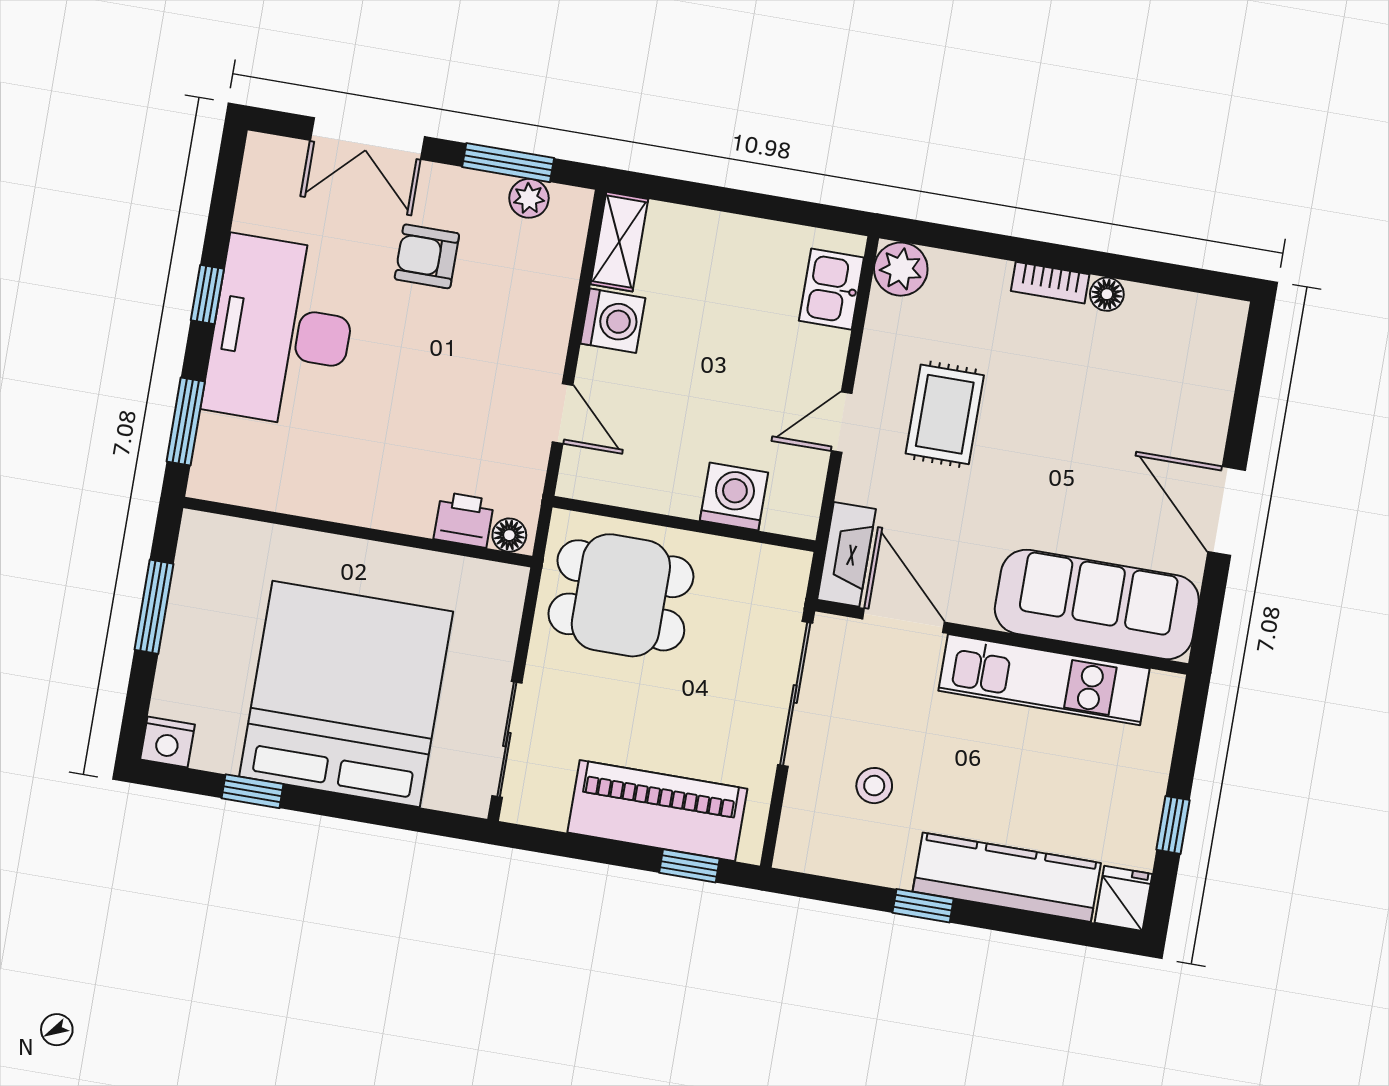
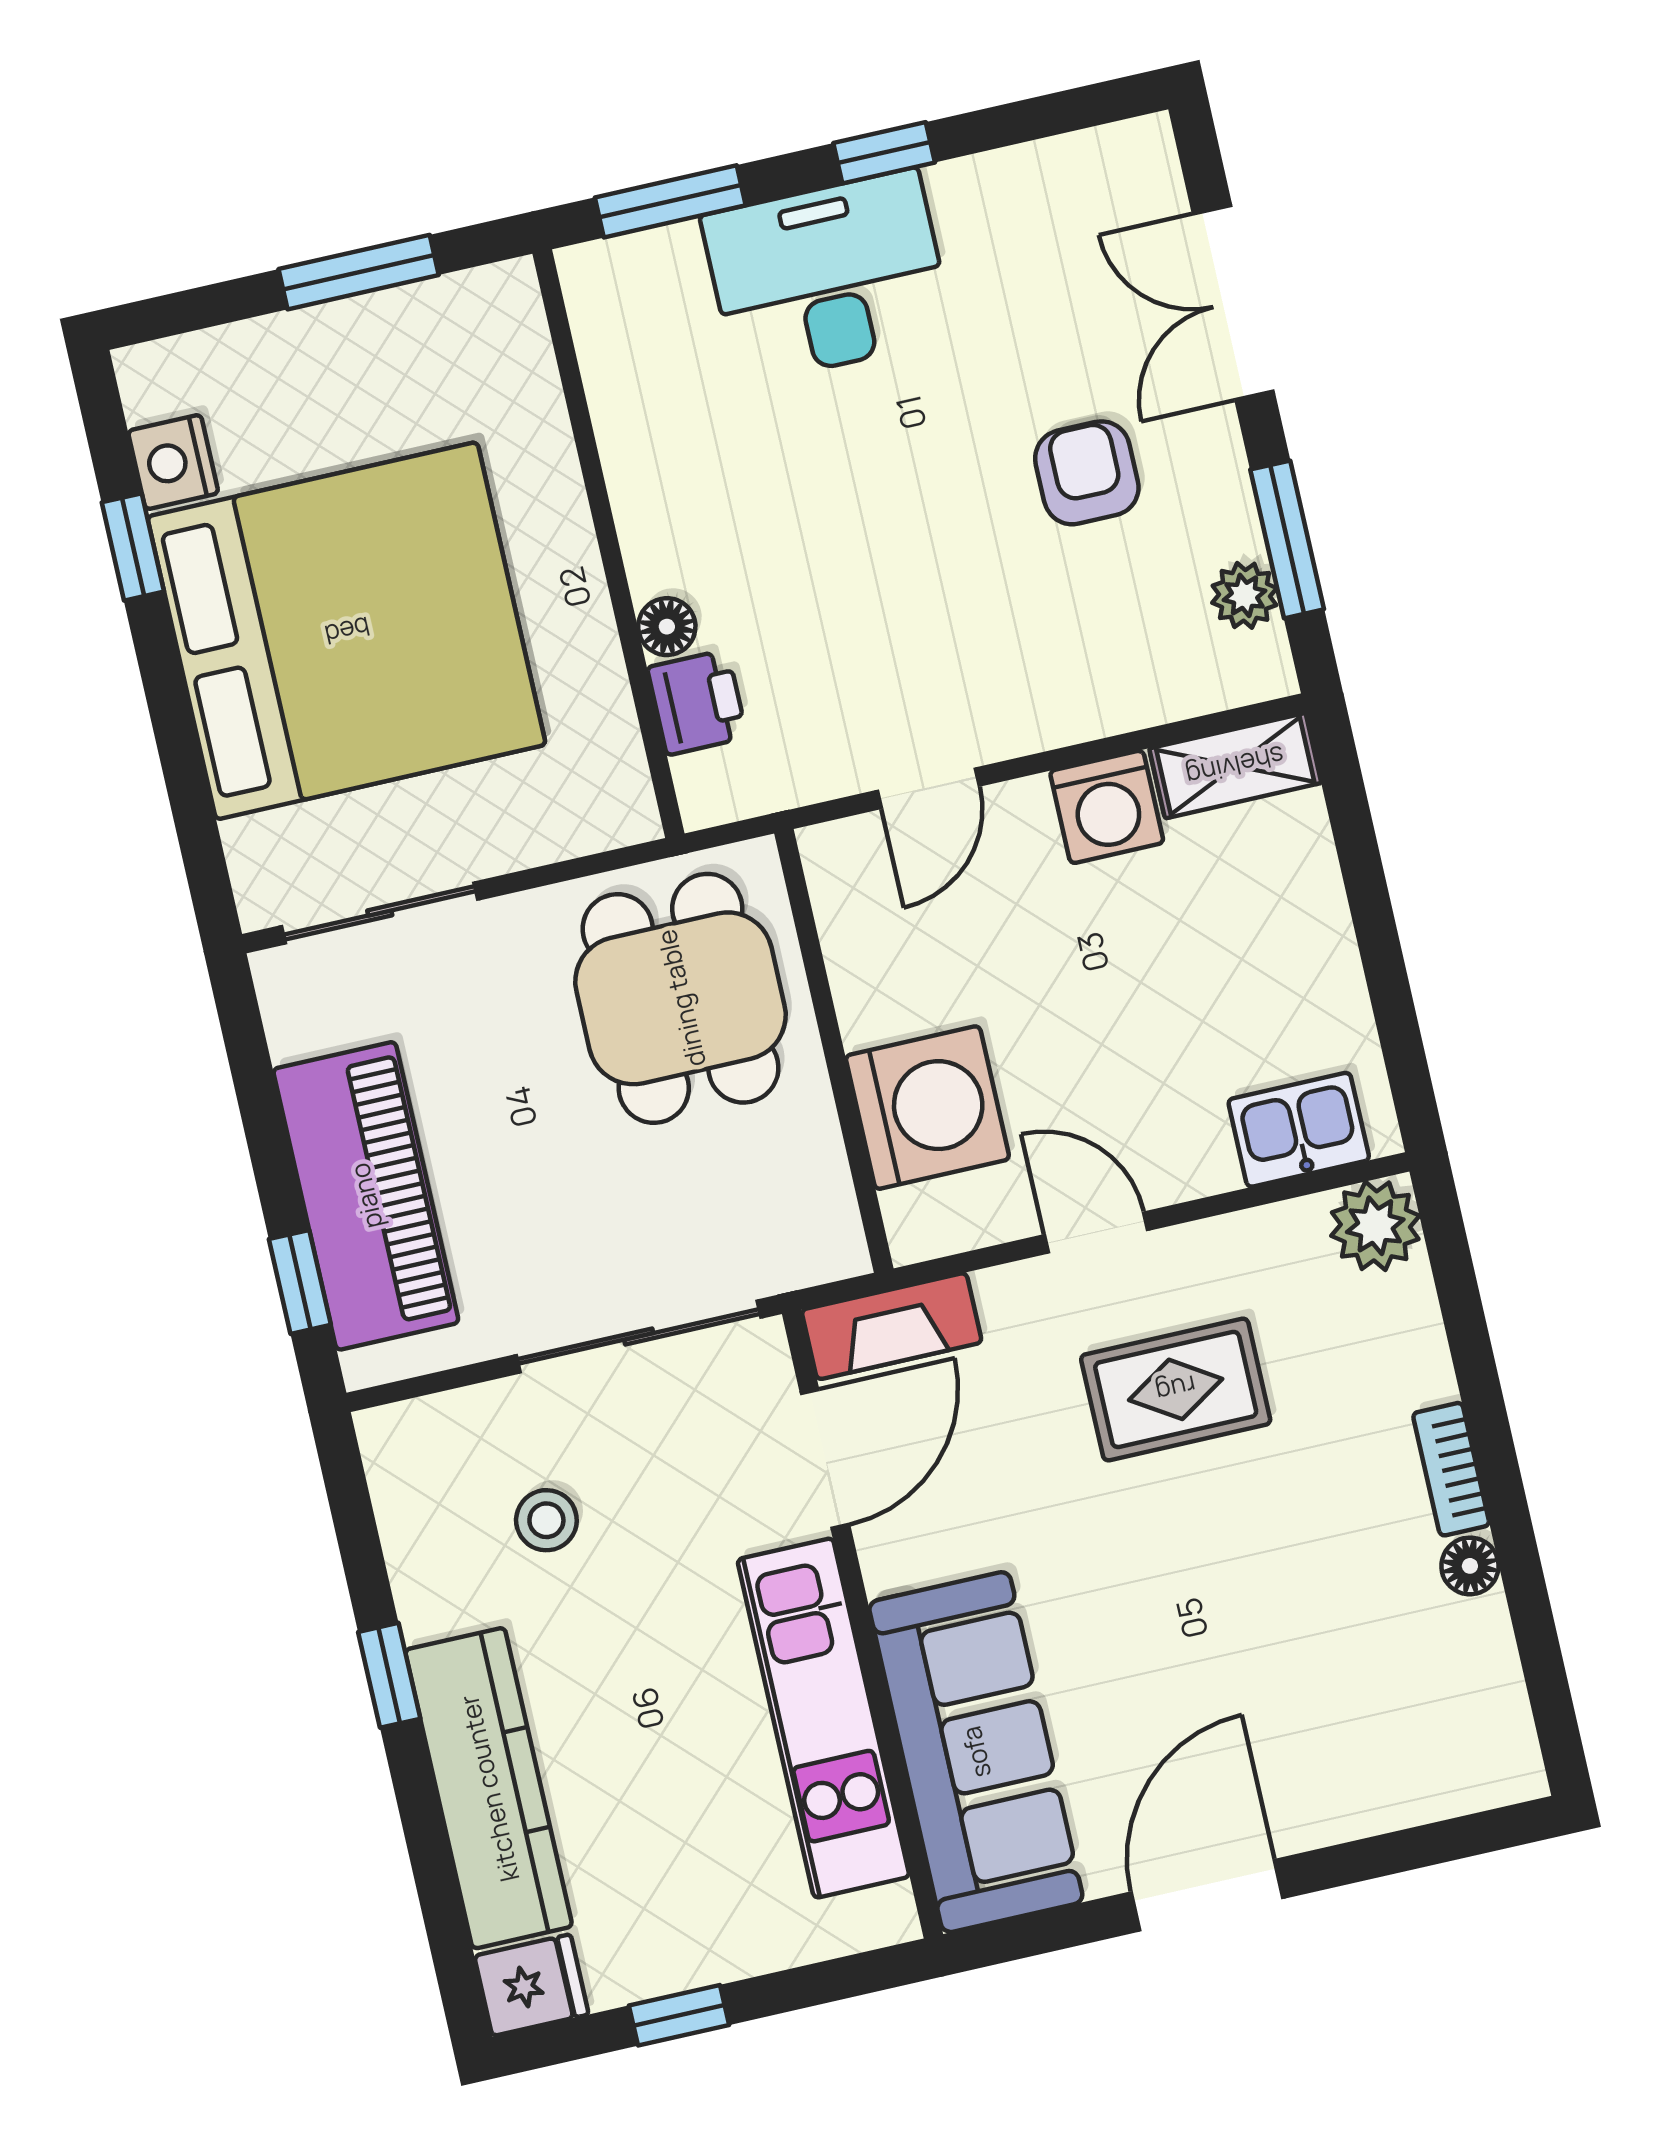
desk: (282, 332) -> (828, 277), width x0.73, depth x0.77
washing machine: (734, 497) -> (927, 1108), width x1.37, depth x1.37
floor lamp: (509, 535) -> (667, 627), moved
nightstand: (167, 742) -> (173, 462), moved

